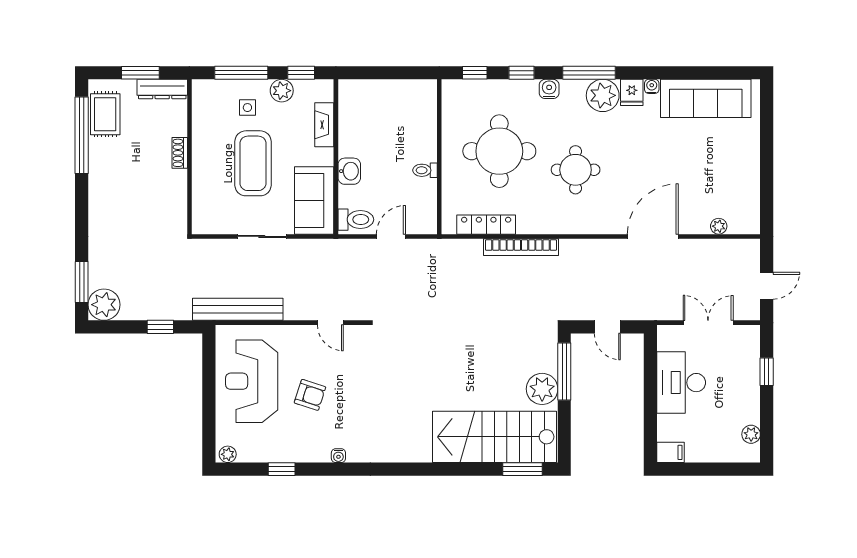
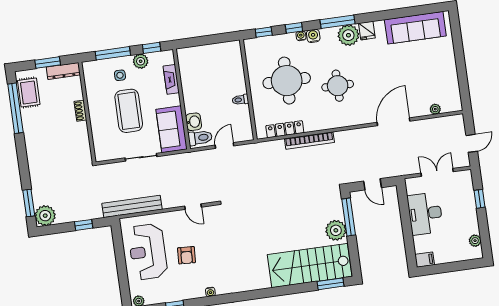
water cooler: (652, 86) -> (301, 36), moved
washbasin: (349, 171) -> (194, 122), moved
armchair: (310, 395) -> (186, 255), turned 75

